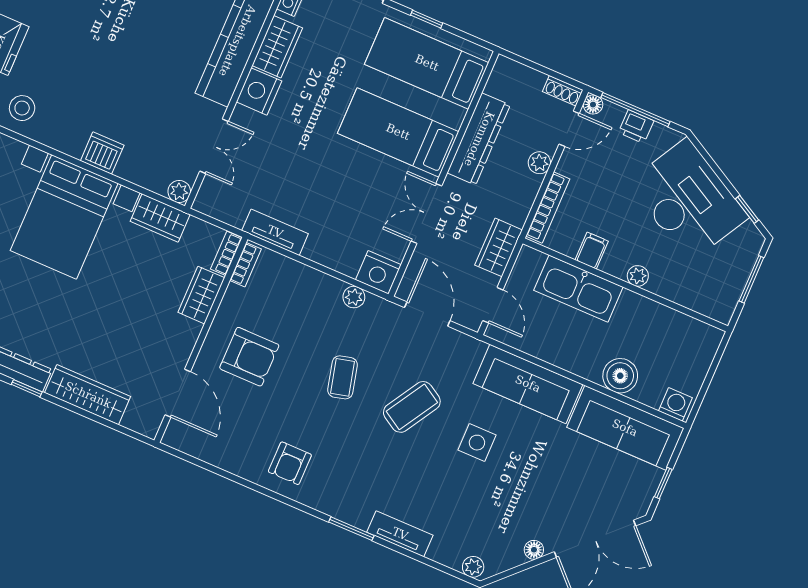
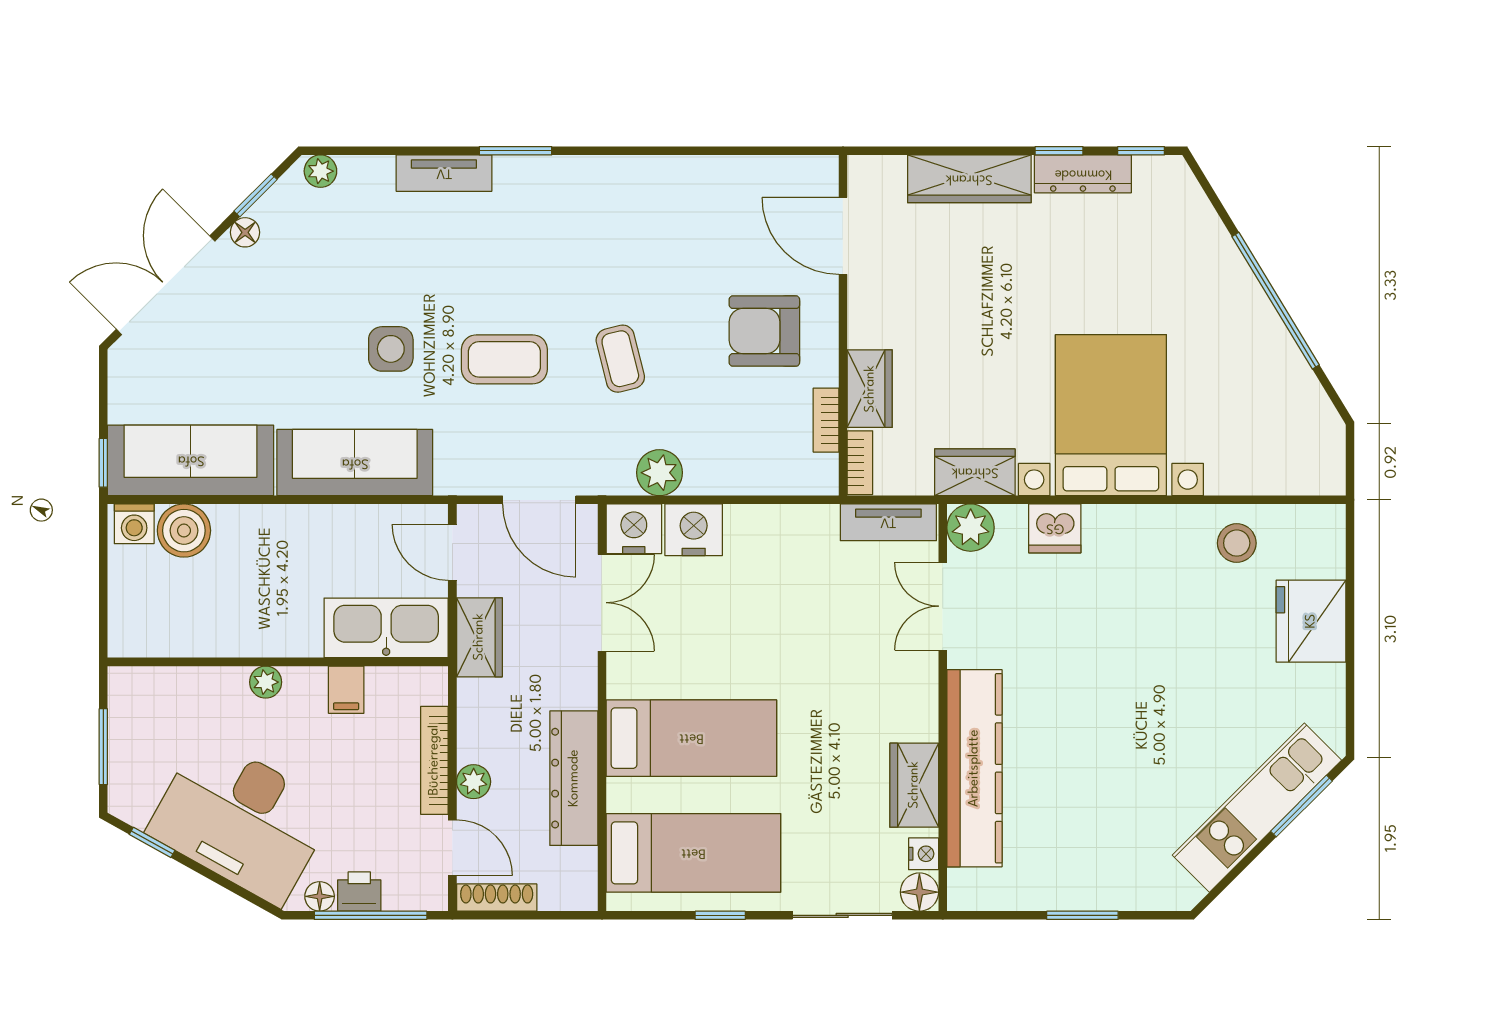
nightstand: (259, 91) -> (694, 530), moved, turned -90
shoe rack: (563, 91) -> (497, 898), width x1.43
floor lamp: (593, 105) -> (320, 896), moved
door: (569, 129) -> (452, 848), swing flipped
dishwasher: (102, 153) -> (1055, 528), moved
plant: (179, 192) -> (971, 528), width x1.38, depth x1.38
bookcase: (548, 207) -> (434, 760), moved
double door: (426, 214) -> (602, 603), moved
tv unit: (275, 232) -> (888, 522), moved
bookcase: (245, 265) -> (826, 420), moved
kitchen sink: (578, 289) -> (386, 628), moved
plant: (354, 297) -> (660, 473), width x1.38, depth x1.38
boiler: (620, 376) -> (184, 531), moved
coffee table: (412, 407) -> (504, 359), turned 59
armchair: (290, 463) -> (642, 206), removed
window: (663, 483) -> (103, 463), moved
window: (518, 569) -> (255, 195), added

